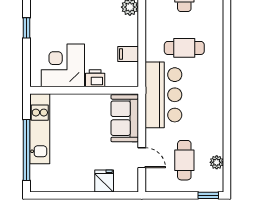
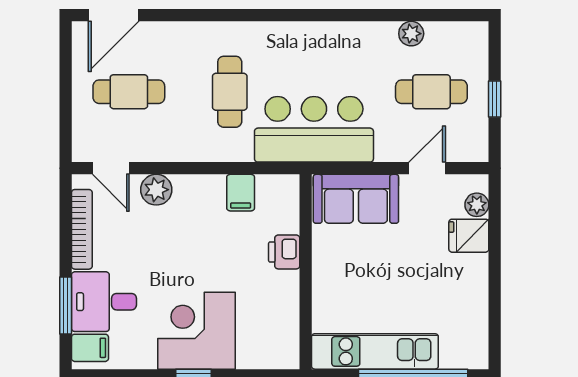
corner desk: (63, 65) -> (197, 331), moved, turned 90
plant: (217, 162) -> (411, 34), moved
plant: (121, 185) -> (477, 205), added
window: (208, 195) -> (495, 99), moved

